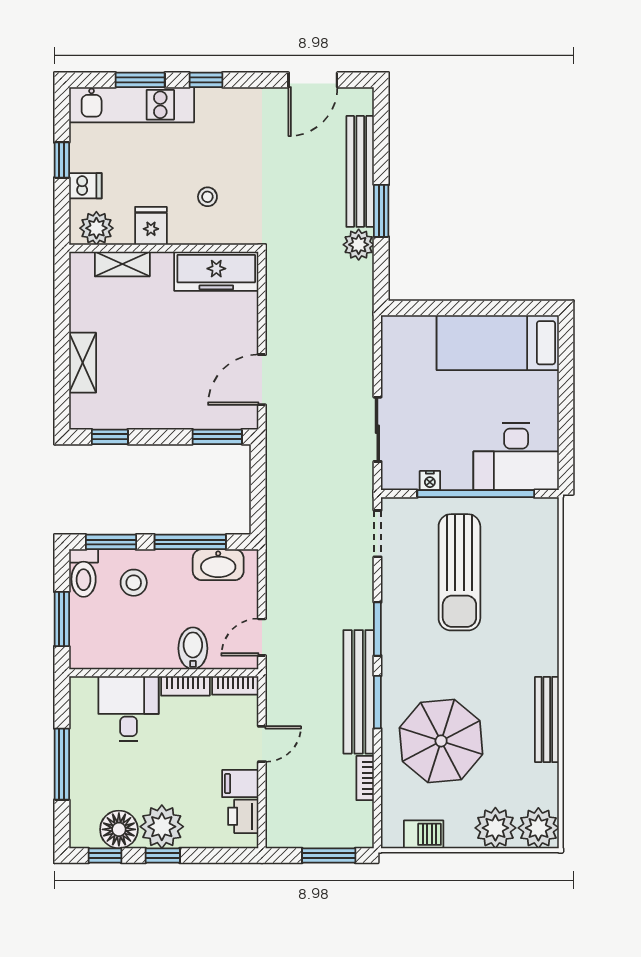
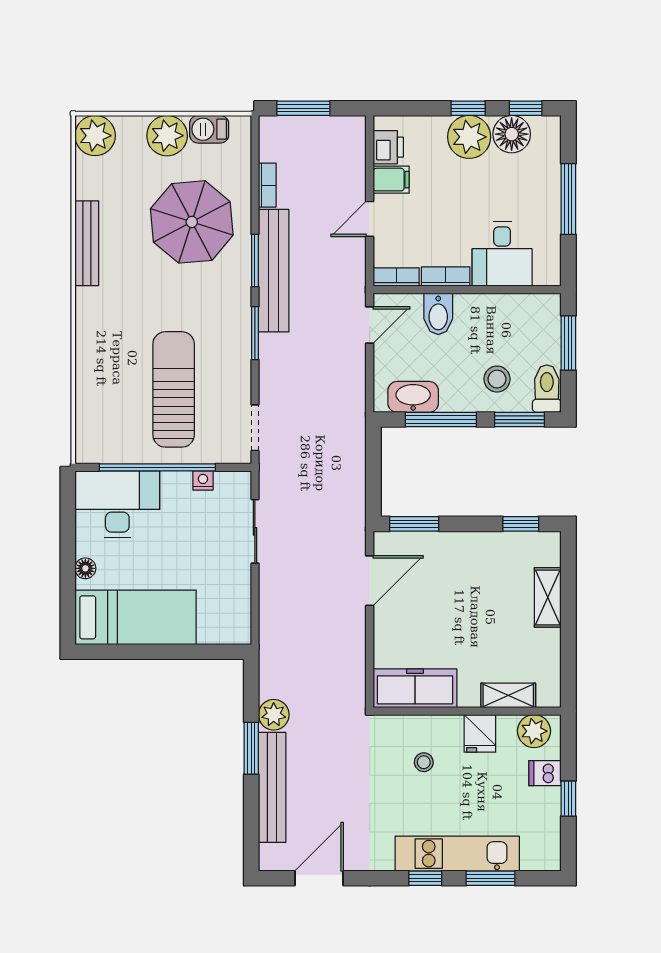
kitchen unit: (132, 105) -> (457, 854), moved
floor lamp: (548, 392) -> (85, 568), added
plant: (495, 828) -> (167, 136), moved

